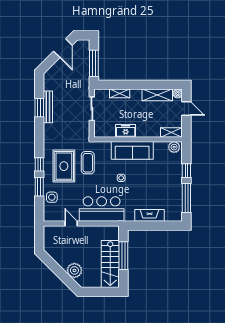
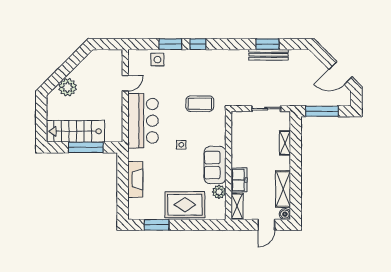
freezer: (126, 131) -> (239, 180), moved
plant: (174, 147) -> (219, 192), moved
sofa: (132, 150) -> (215, 165), width x0.73
rug: (64, 166) -> (185, 205), moved
window: (186, 171) -> (190, 225), removed
window: (186, 198) -> (157, 225), width x0.69

